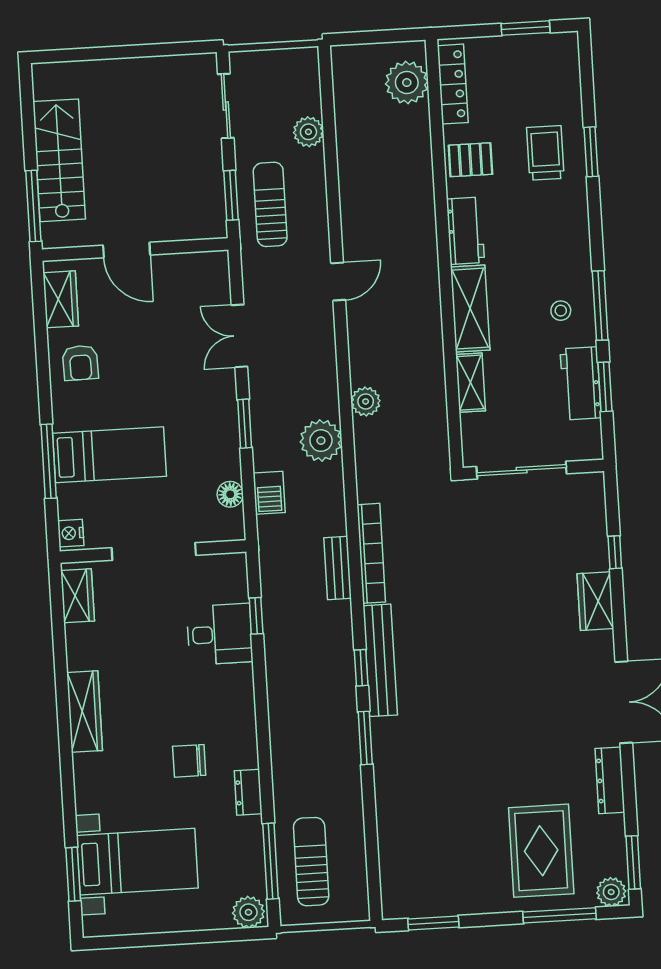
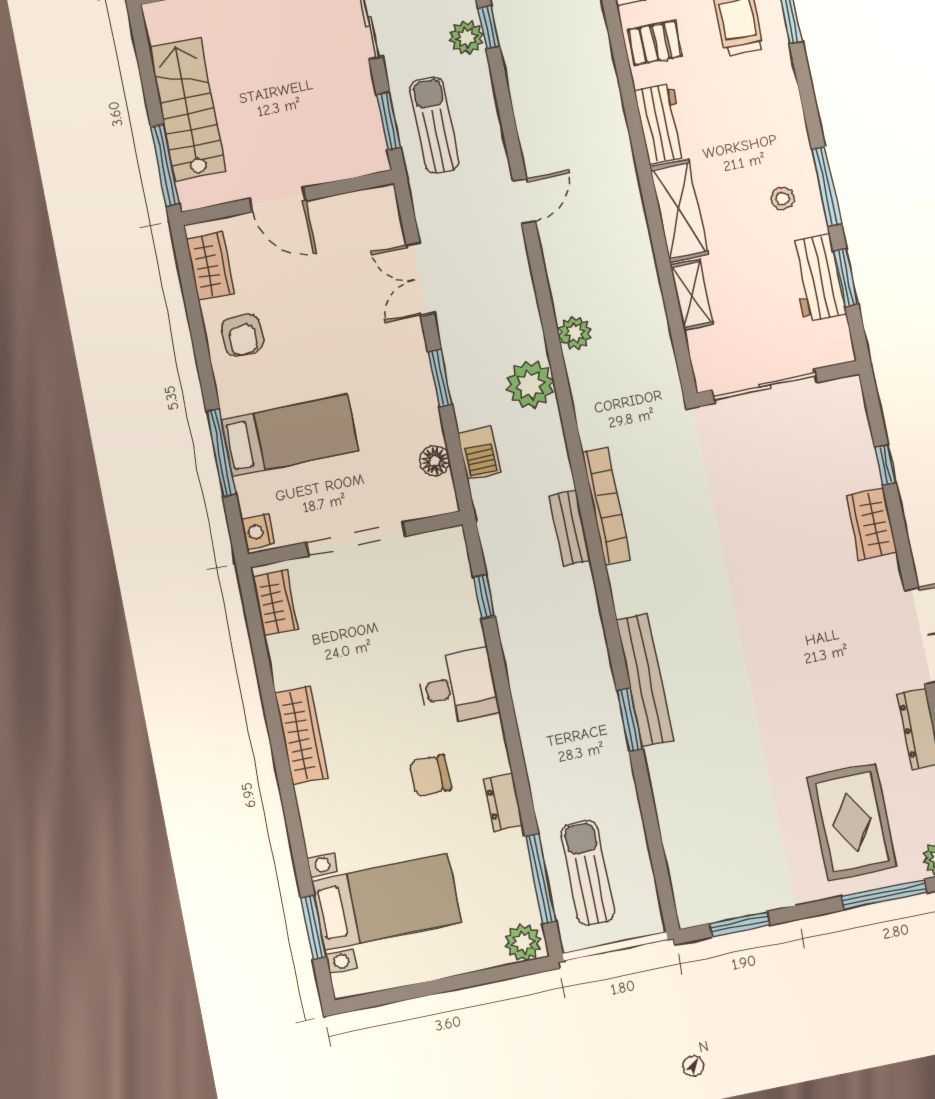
desk: (220, 634) -> (458, 687), moved
bench: (380, 660) -> (645, 680), moved
window: (361, 668) -> (489, 27), moved

